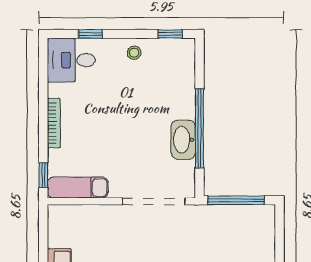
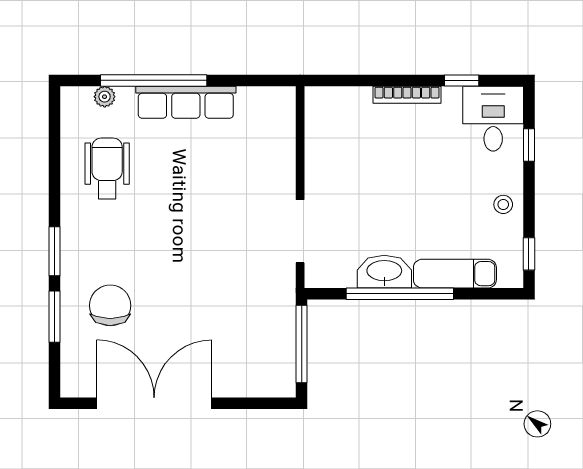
window: (43, 175) -> (462, 80), moved
exam couch: (78, 188) -> (455, 274), moved, turned -90
doorway: (154, 201) -> (300, 231), width x0.73

